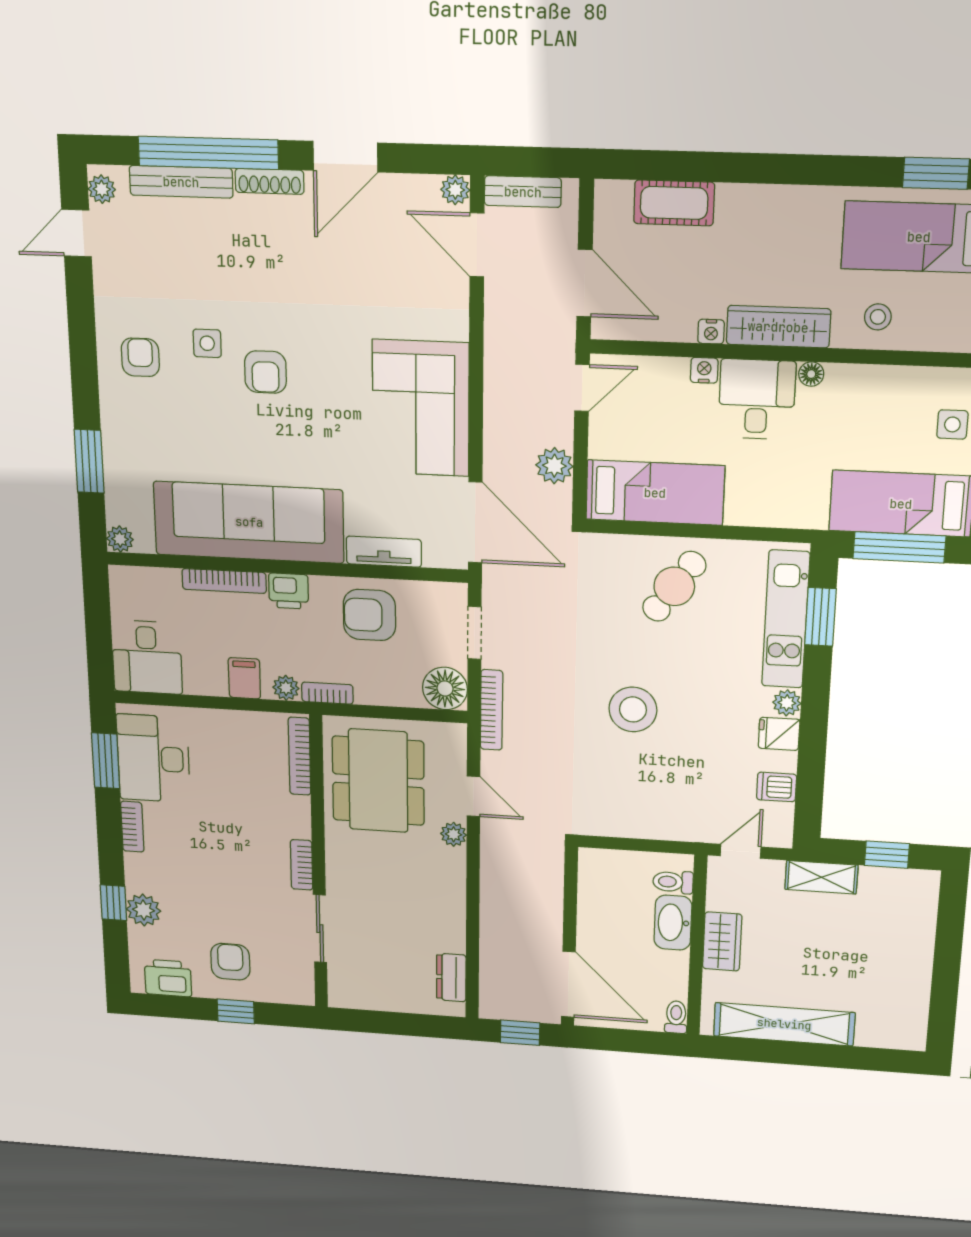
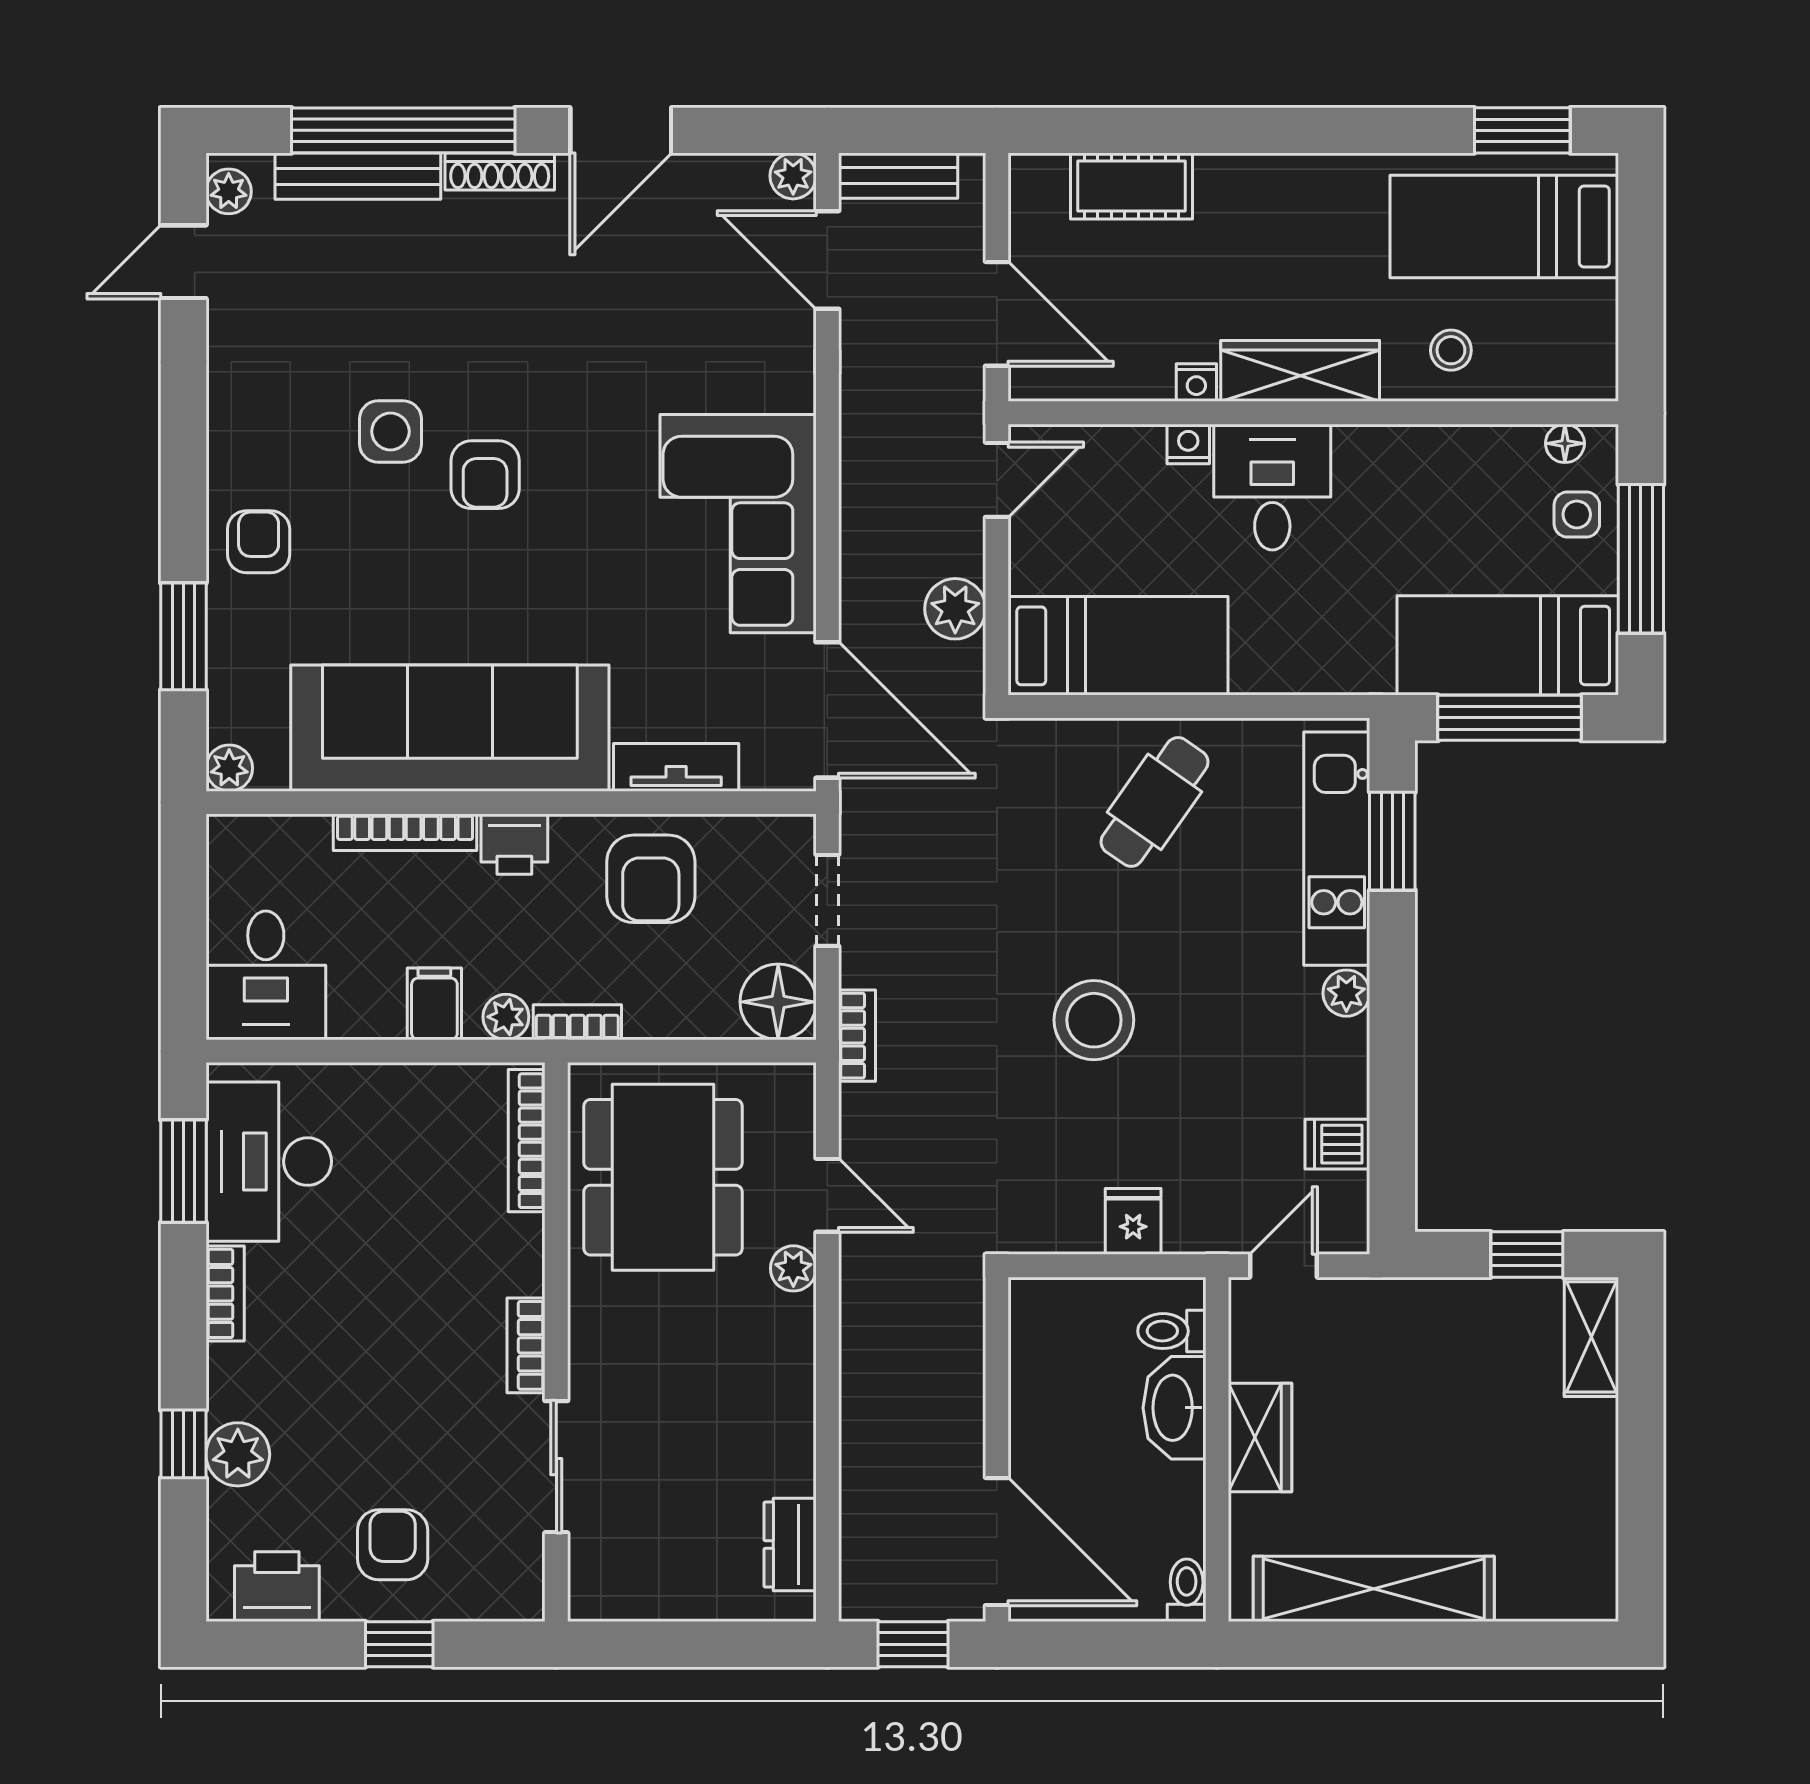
side table: (207, 343) -> (390, 431), width x1.37, depth x1.37
armchair: (140, 357) -> (259, 542), moved
floor lamp: (811, 374) -> (1565, 443), moved
armchair: (369, 615) -> (651, 879), turned -90
bookcase: (492, 710) -> (857, 1036), width x0.64
fridge: (779, 734) -> (1133, 1221), moved, turned 90
shelving: (821, 877) -> (1591, 1337), moved, turned 90

